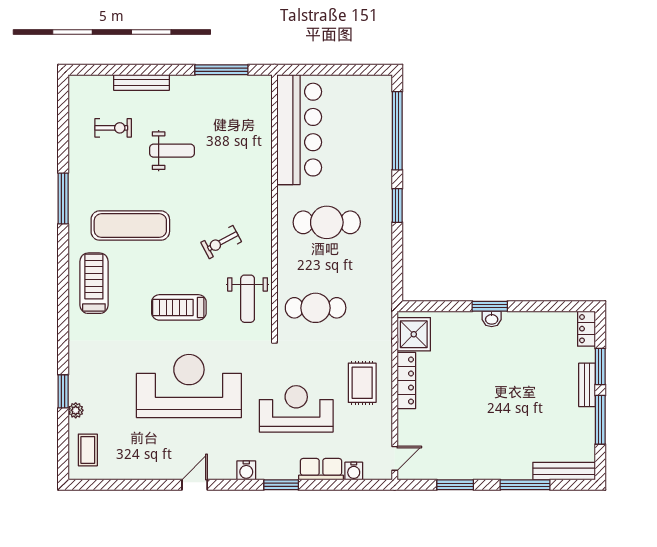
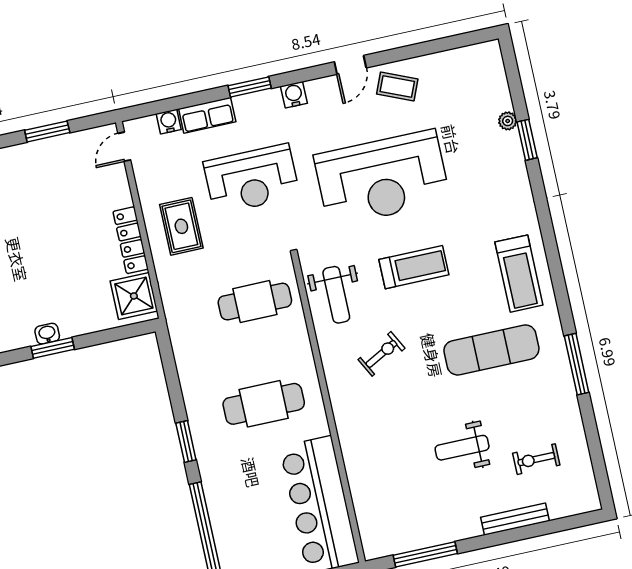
weight bench: (248, 299) -> (336, 295), turned 180
coffee table: (88, 450) -> (397, 86), moved, turned -67

